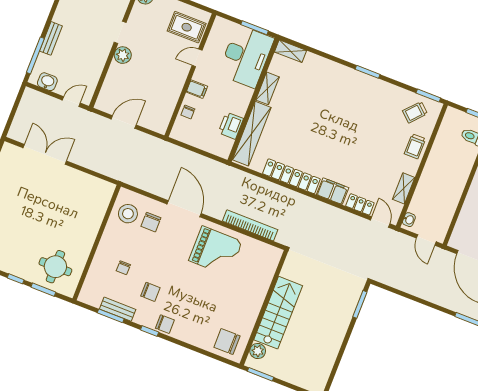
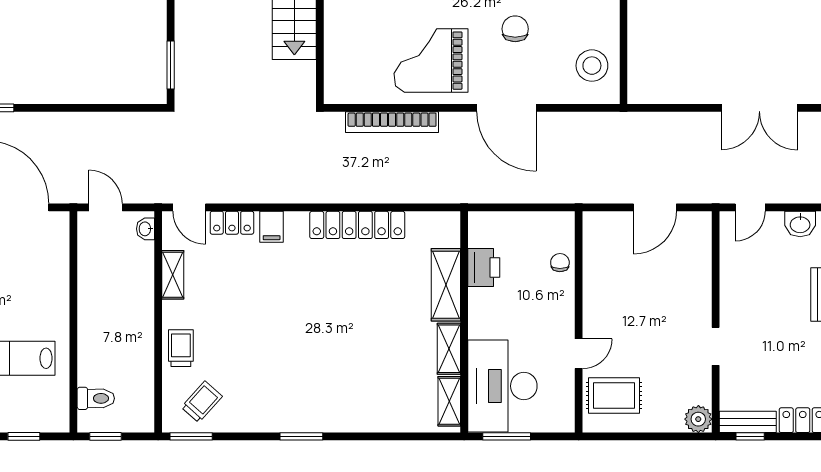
shelving: (290, 51) -> (449, 401), moved, turned 90
plant: (123, 55) -> (698, 312), removed
filing cabinet: (197, 89) -> (560, 304), removed
shelving: (252, 134) -> (446, 285), width x0.68
filing cabinet: (333, 191) -> (272, 227), width x0.50
chair: (151, 222) -> (515, 29), moved

